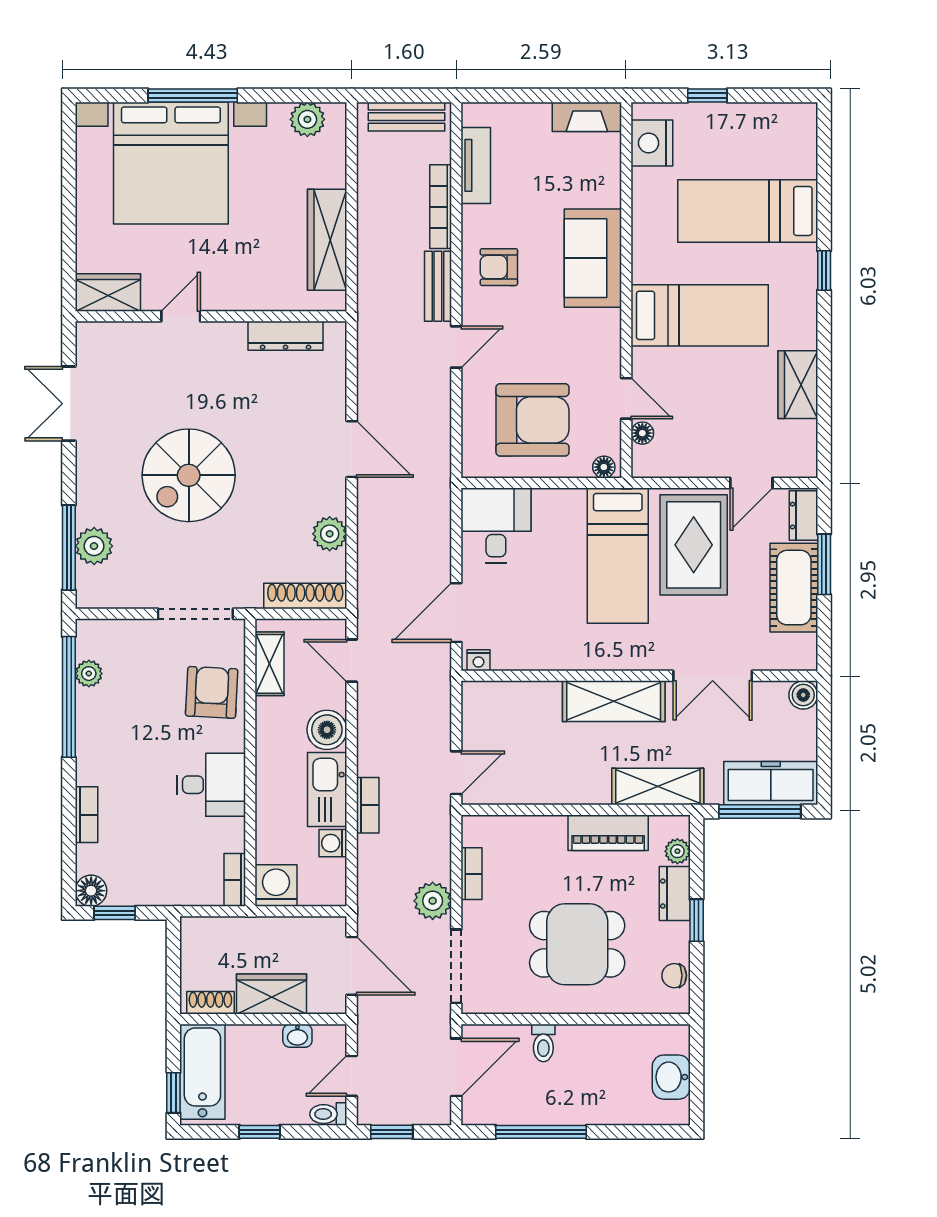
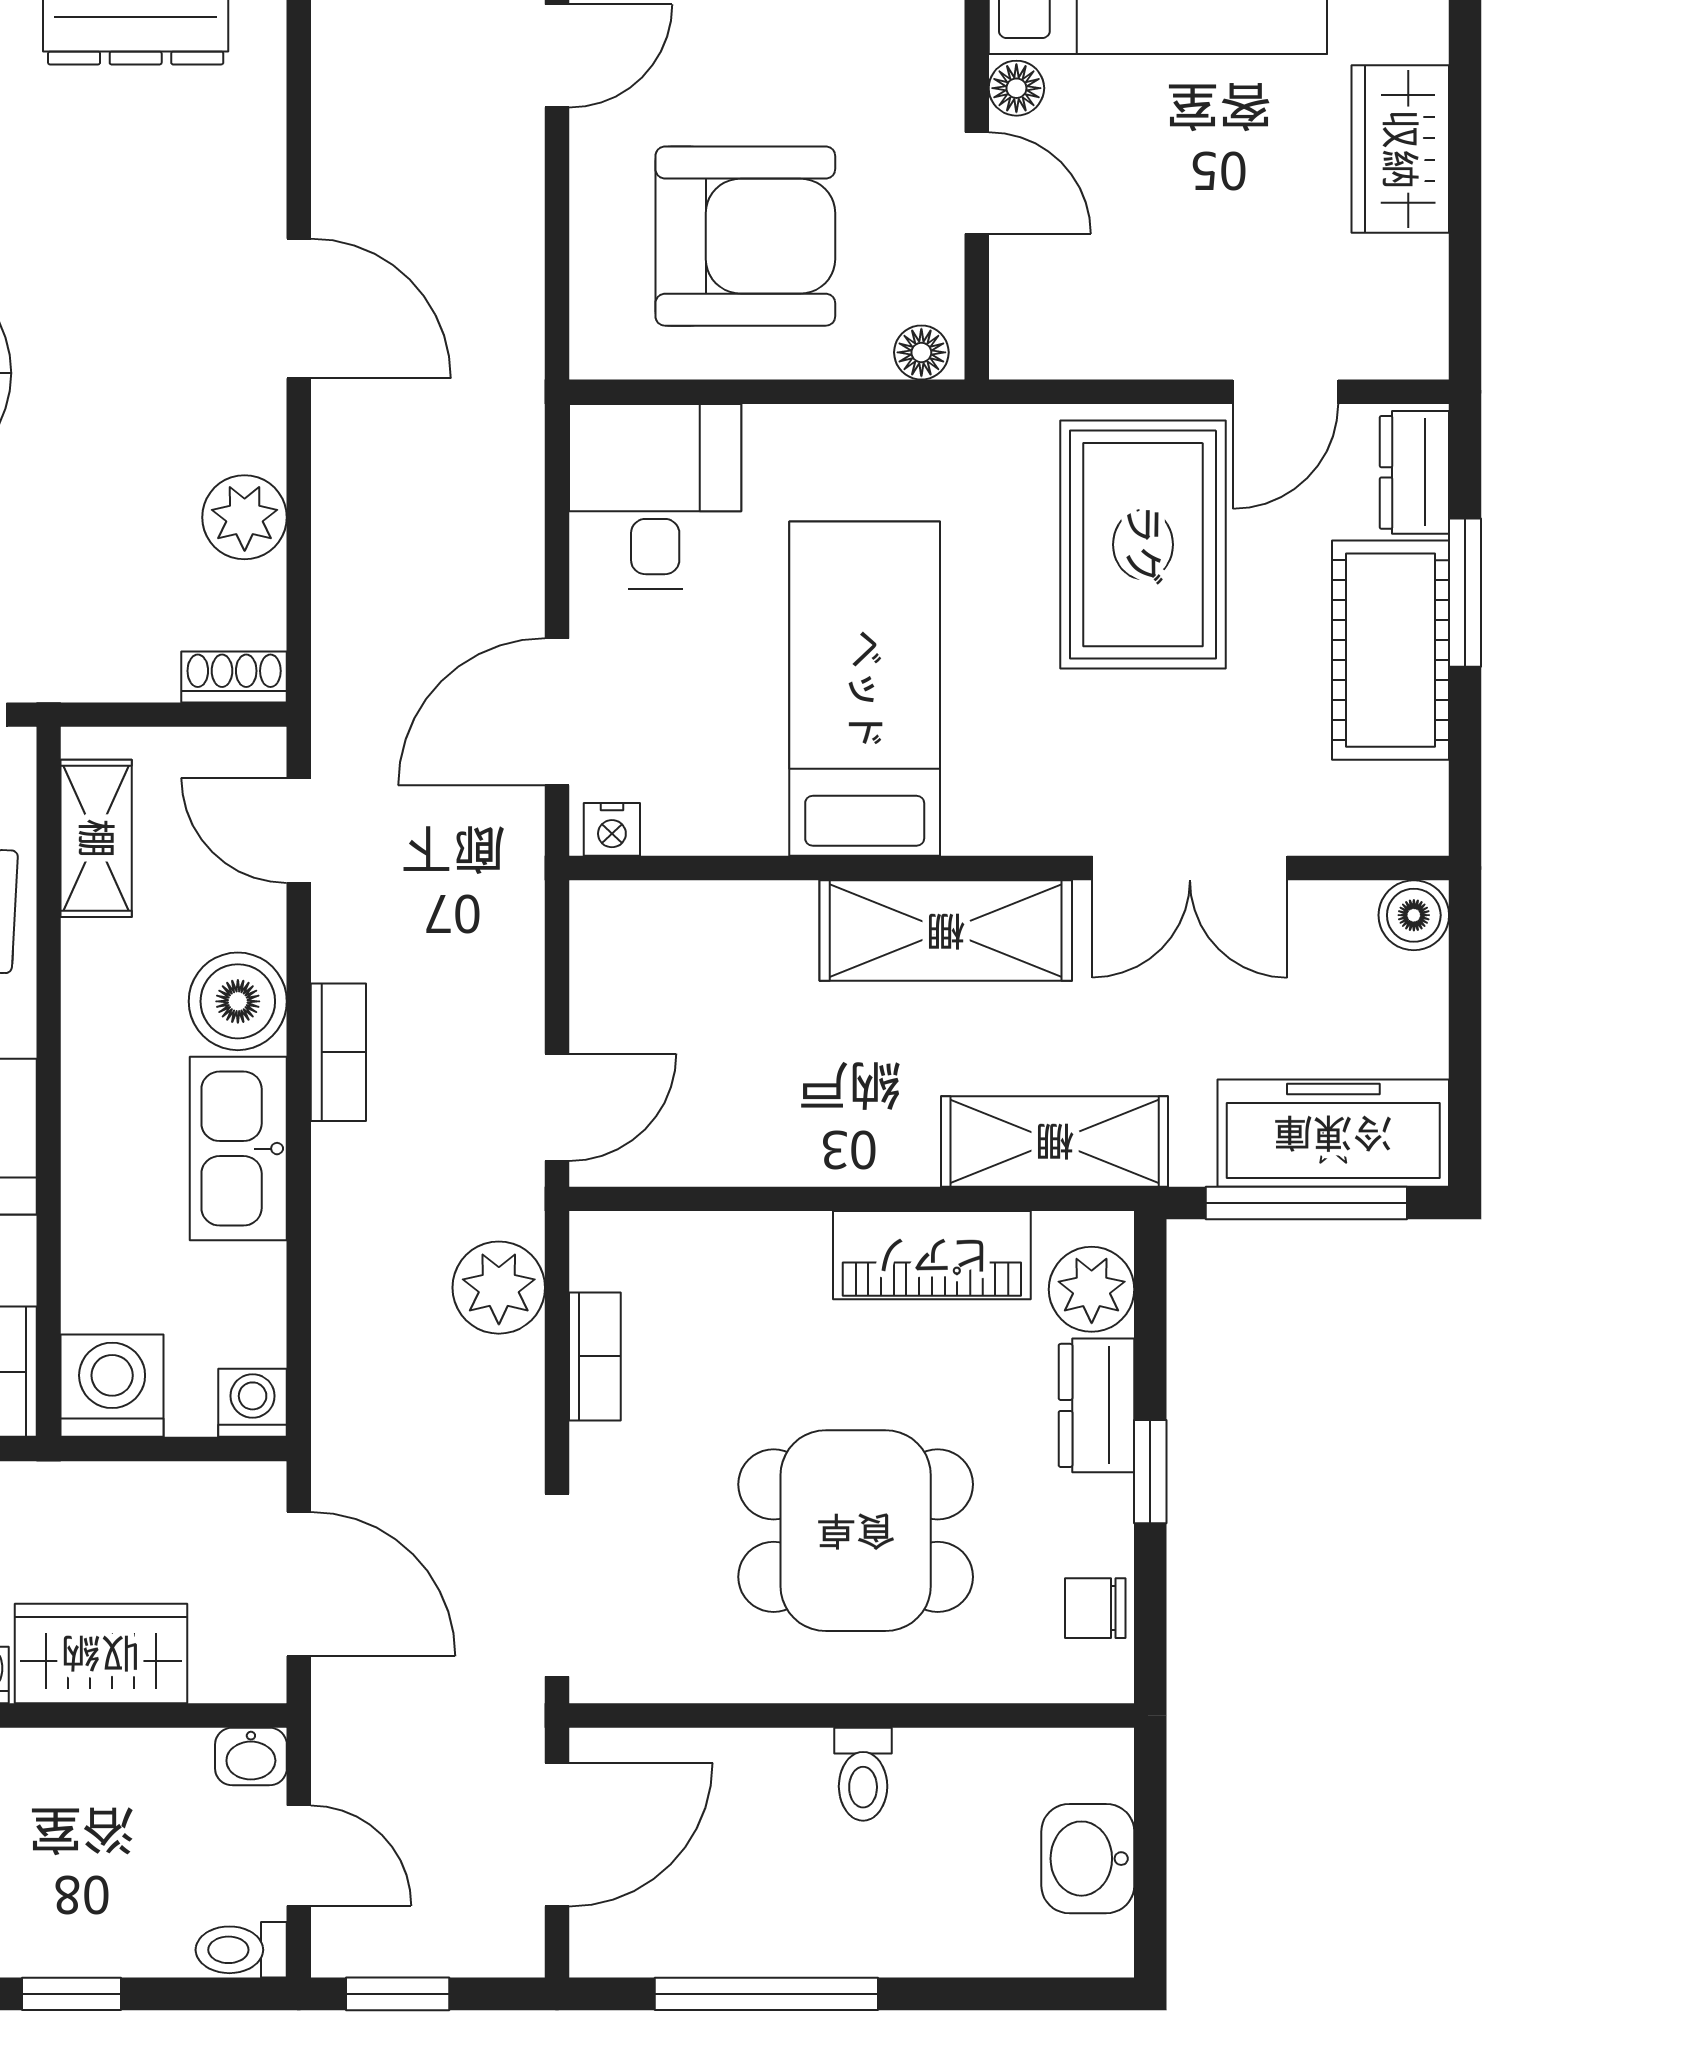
floor lamp: (642, 433) -> (1016, 88), moved
bed: (618, 556) -> (865, 689), moved, turned 180
shoe rack: (305, 596) -> (234, 677), width x0.51, depth x0.81
bookcase: (368, 805) -> (338, 1052), moved
washing machine: (333, 843) -> (253, 1403), moved, turned 90
plant: (677, 851) -> (1092, 1289), width x1.38, depth x1.38
plant: (433, 901) -> (499, 1288), moved
washbasin: (297, 1036) -> (251, 1756), moved
toilet: (543, 1043) -> (863, 1774), moved
door: (352, 1076) -> (299, 1856), swing flipped

